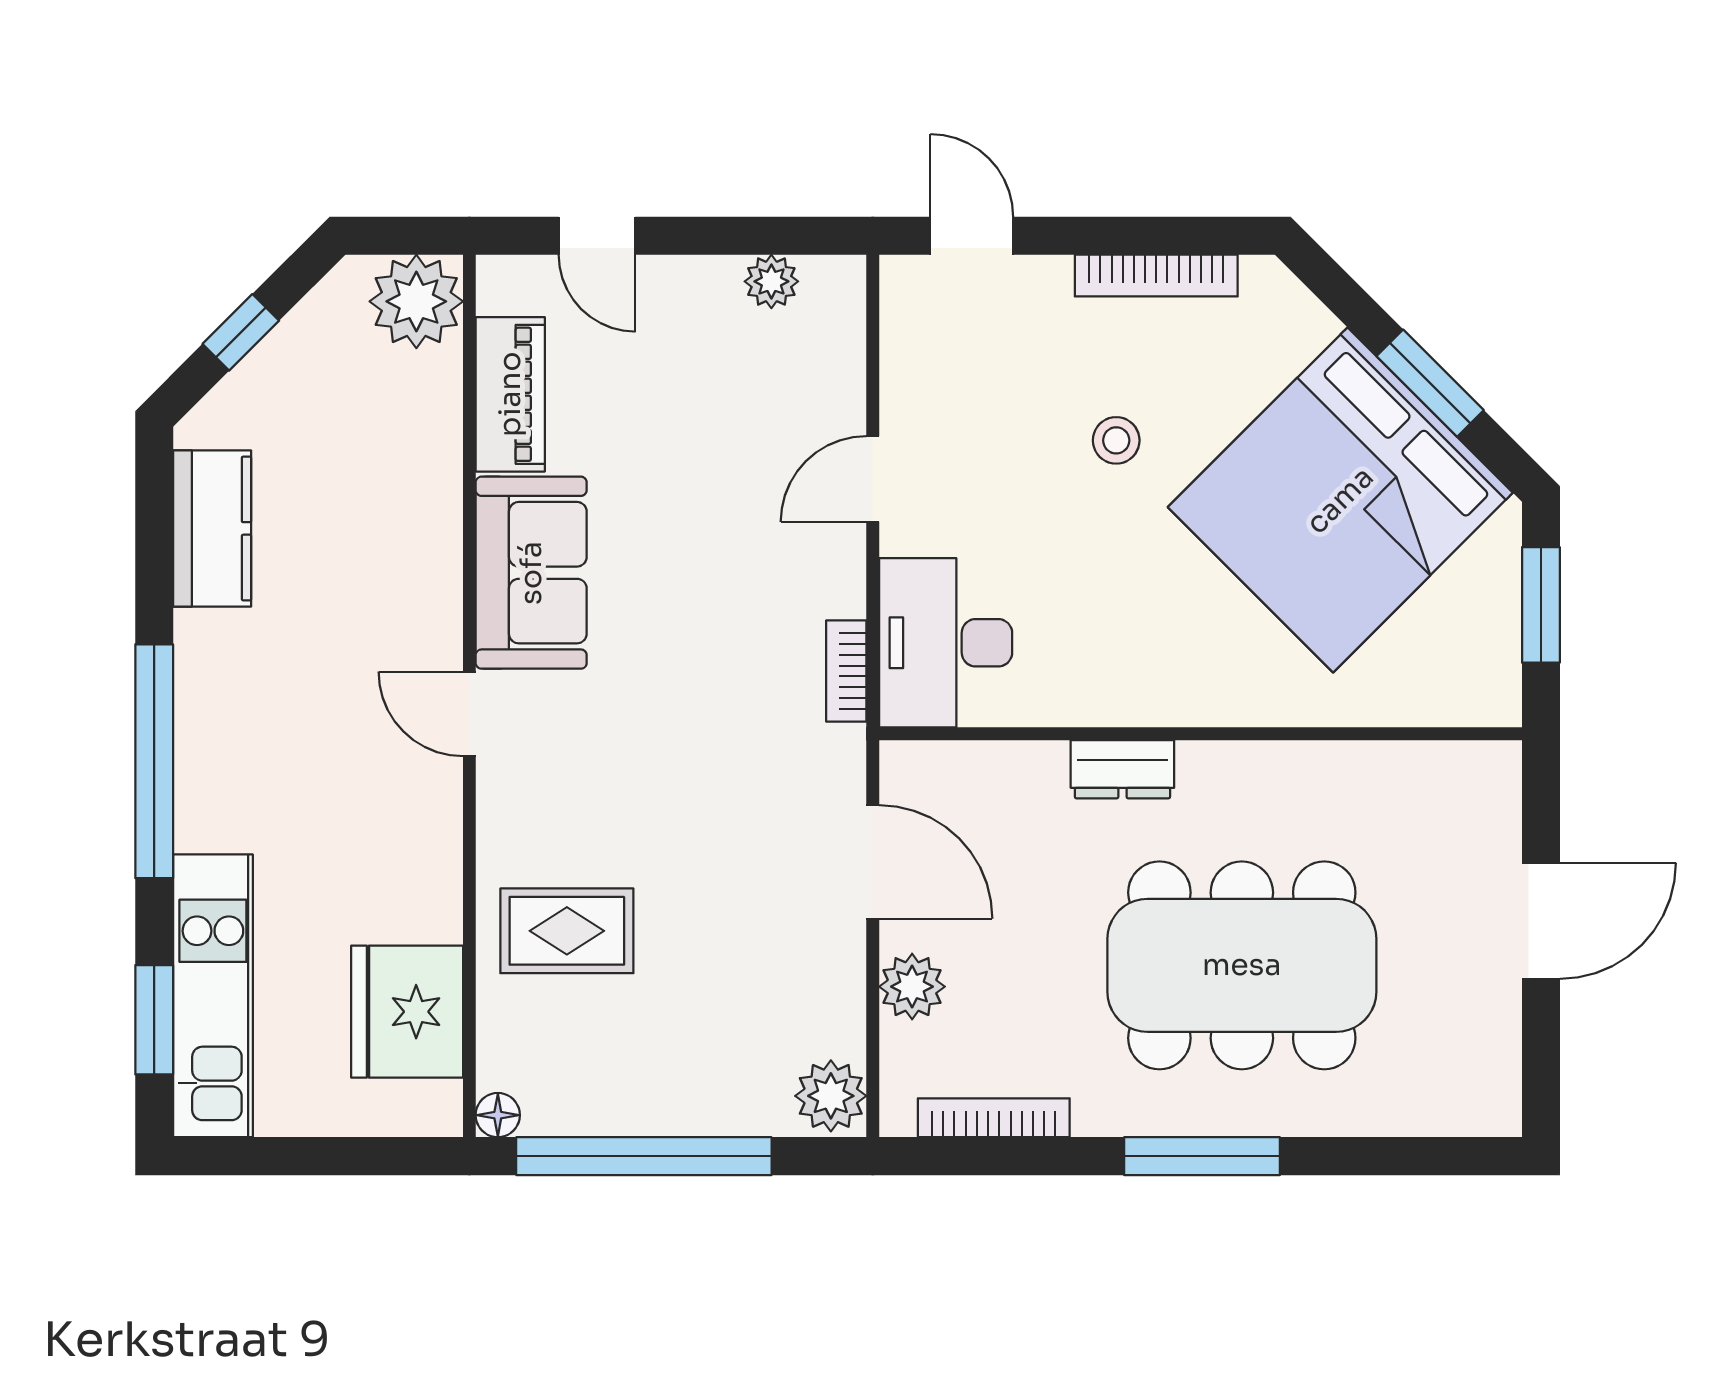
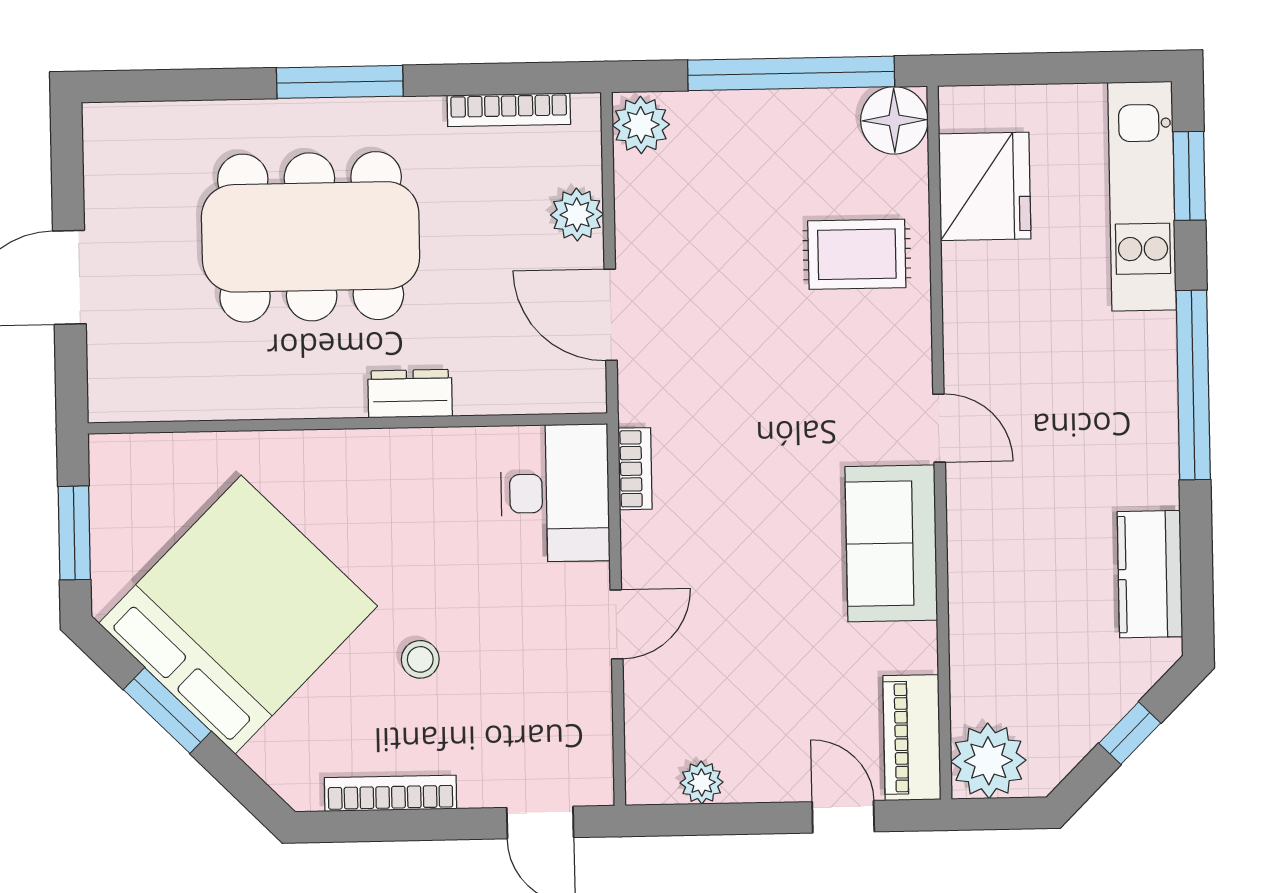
piano: (510, 394) -> (912, 738), moved
floor lamp: (498, 1115) -> (894, 120), width x1.89, depth x1.89

